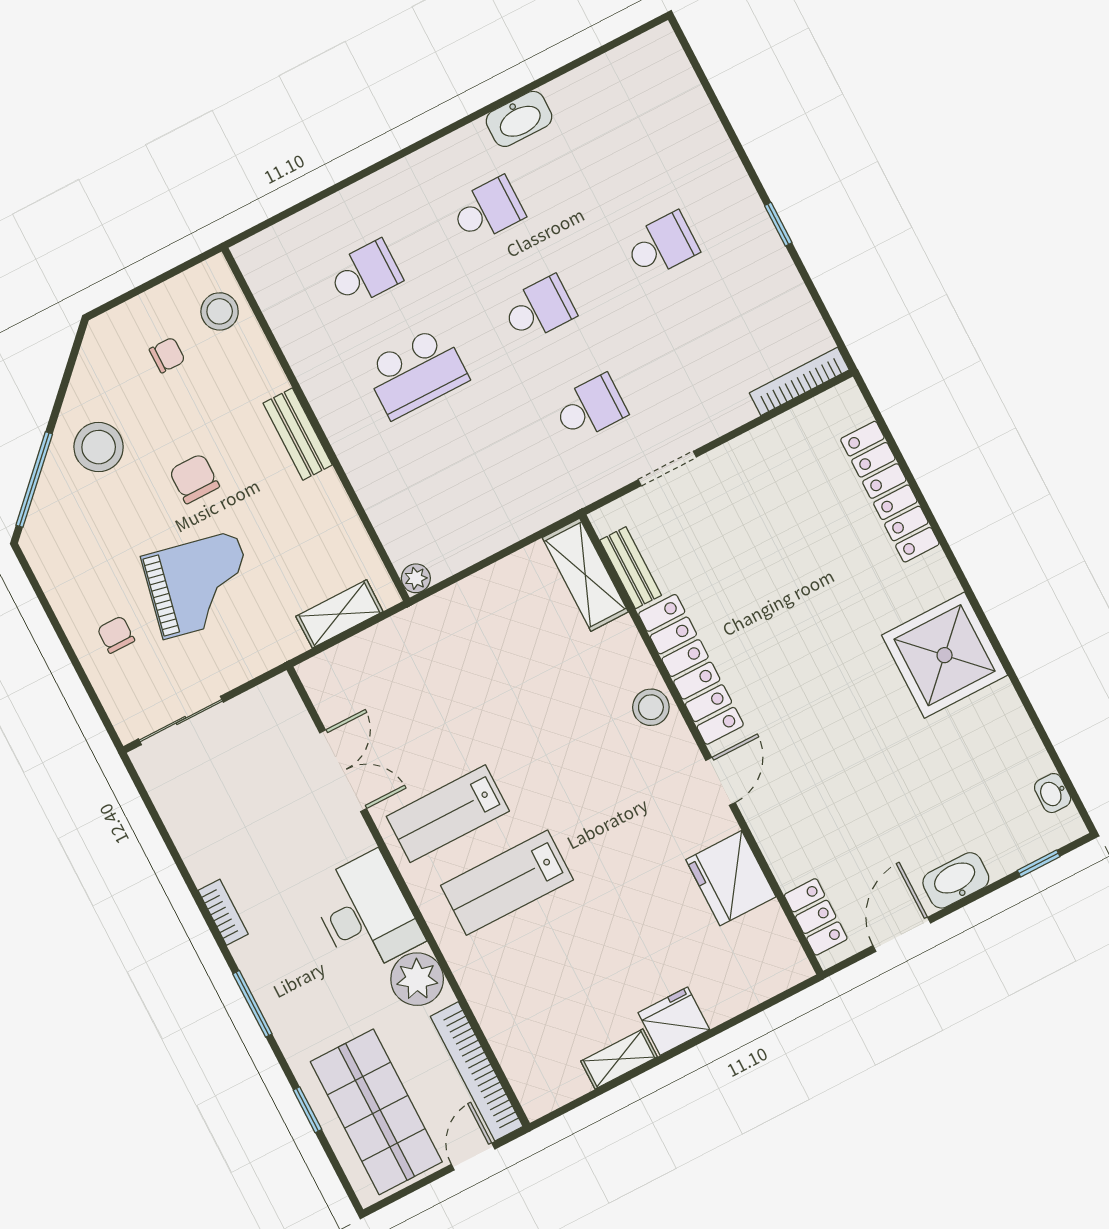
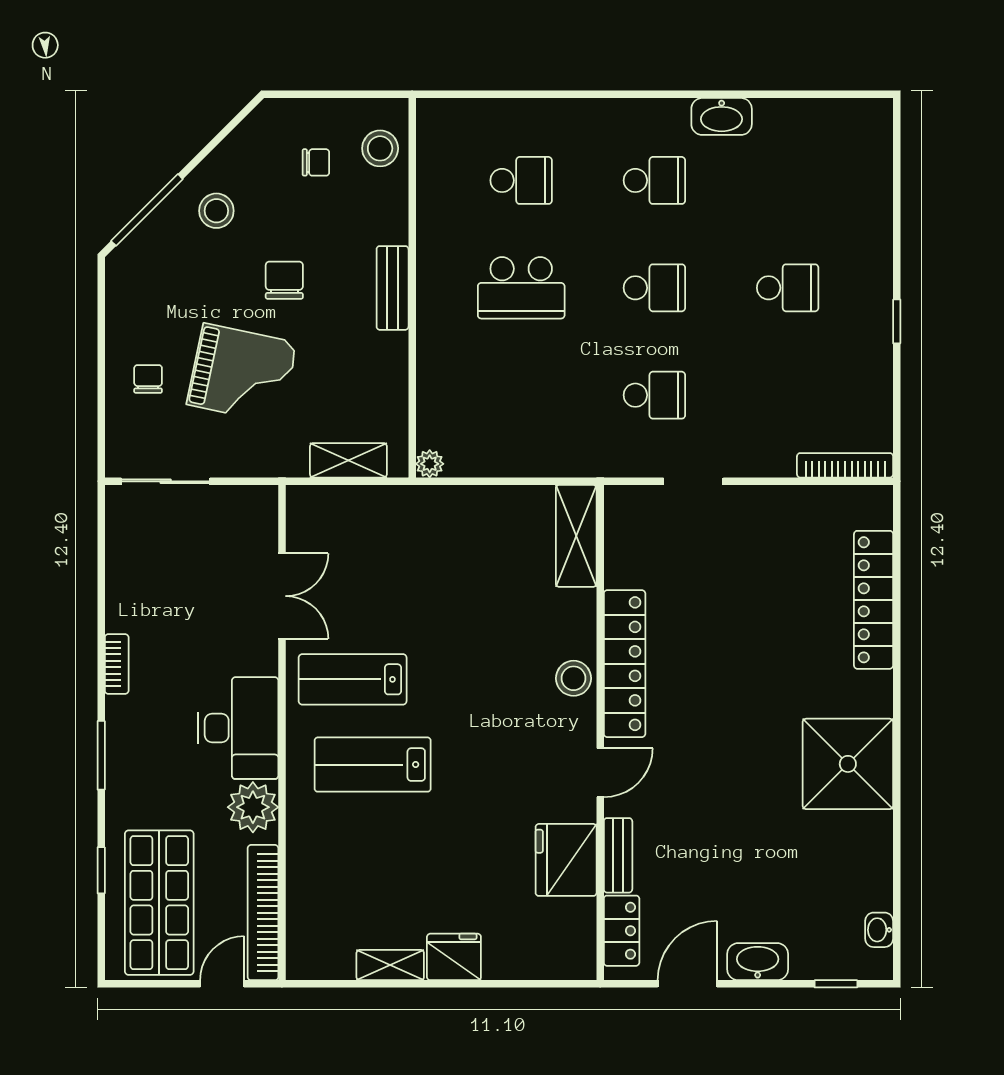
stool: (99, 447) -> (216, 211), width x0.73, depth x0.73
bench: (631, 568) -> (618, 855), moved

